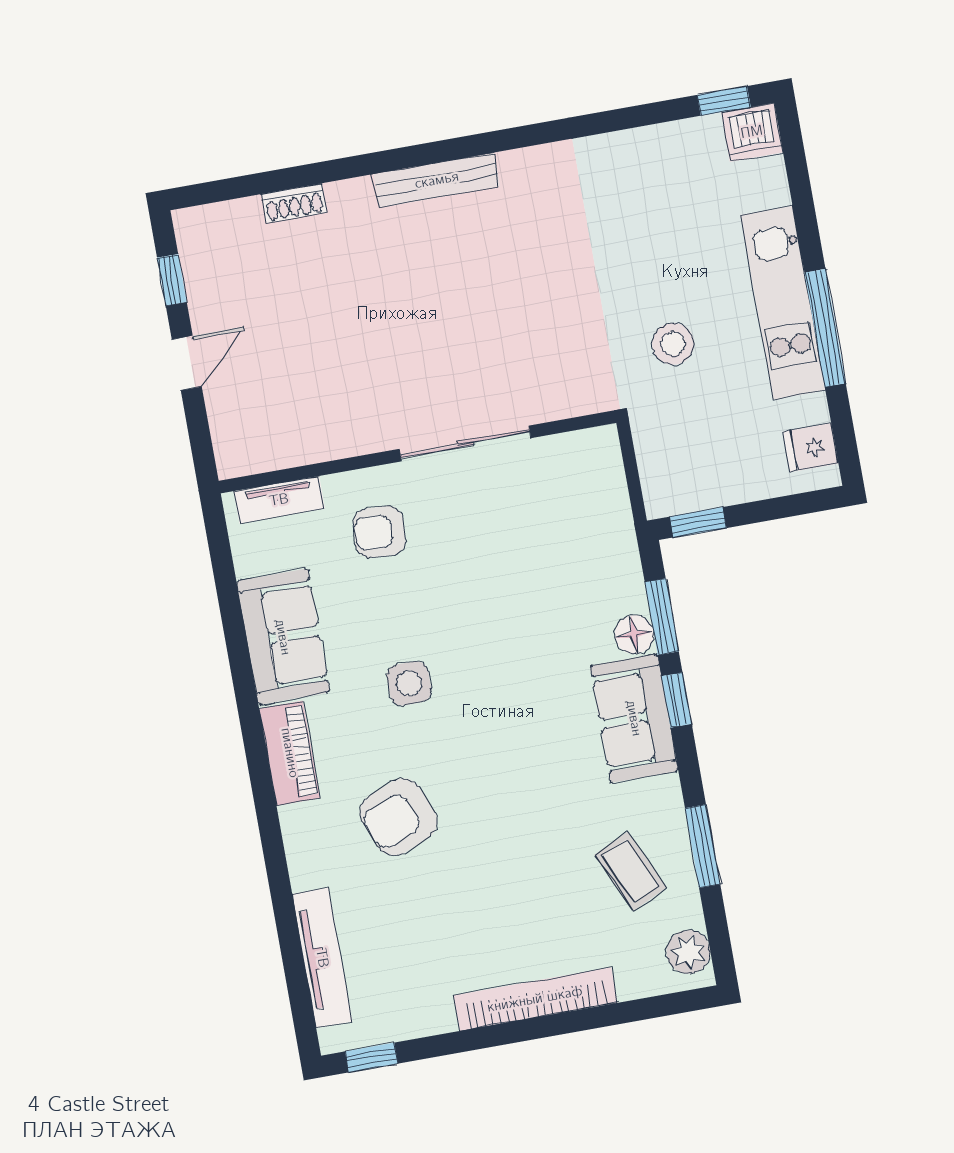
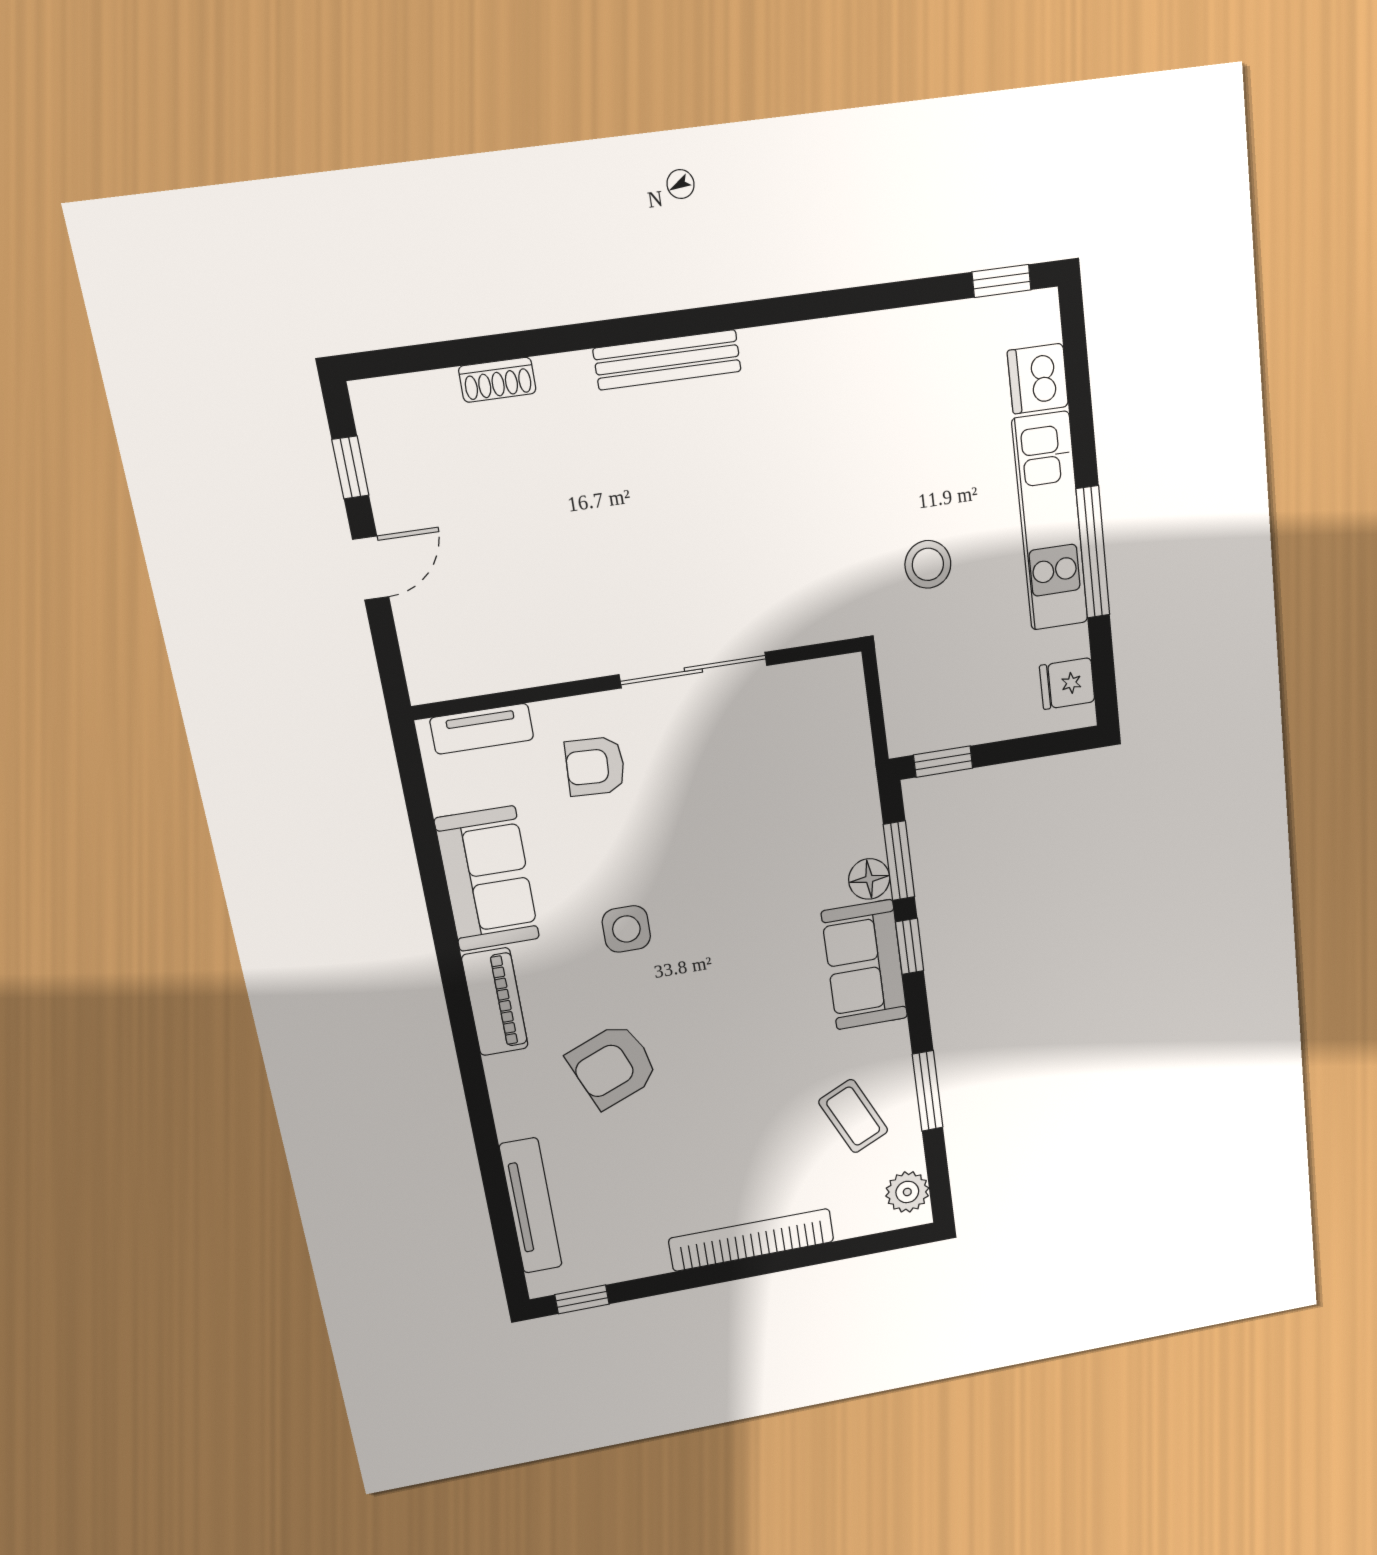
dishwasher: (752, 132) -> (1038, 379), moved, turned 90

